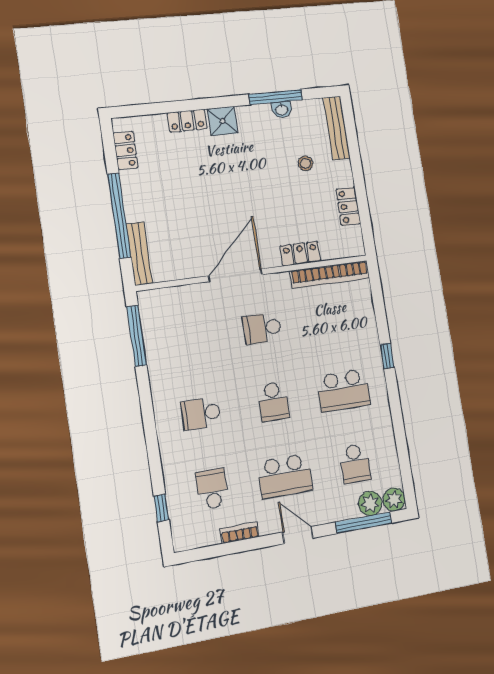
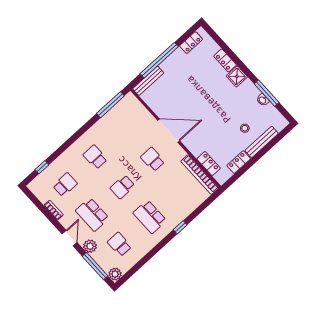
bench: (337, 128) -> (262, 142), moved
locker: (300, 254) -> (209, 164), moved
school desk: (355, 464) -> (119, 244), turned 90
plant: (370, 503) -> (90, 246), moved

